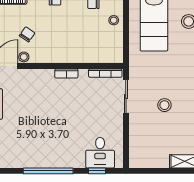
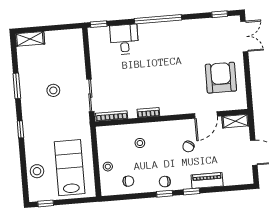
stool: (24, 57) -> (140, 143), moved
desk: (100, 153) -> (124, 39), moved
window: (97, 171) -> (99, 24), moved

